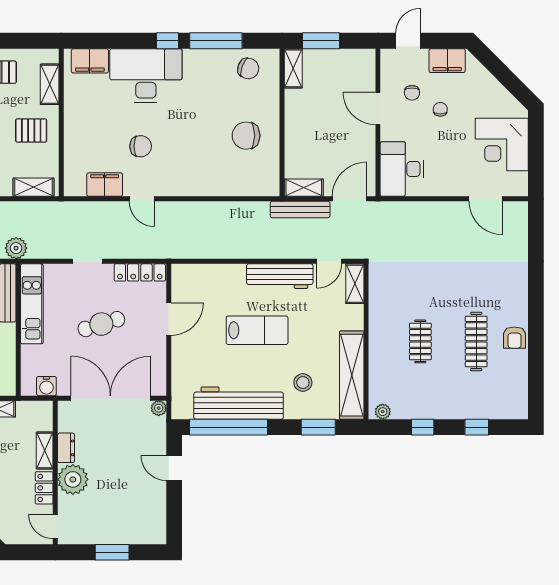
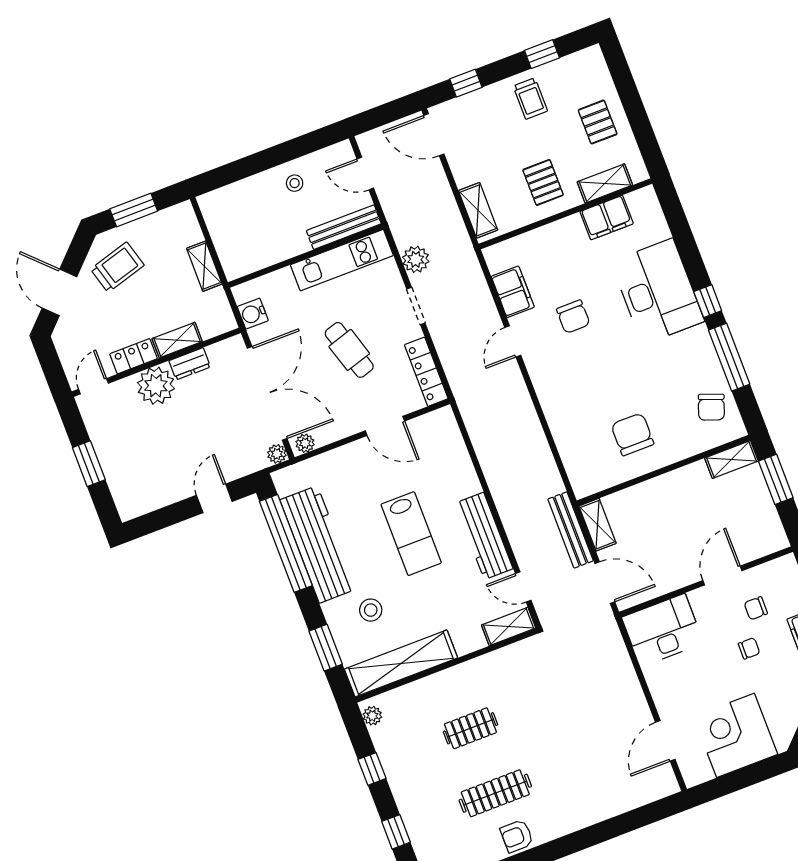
filing cabinet: (90, 61) -> (607, 218), moved, turned -90
plant: (16, 248) -> (416, 259), moved
plant: (159, 384) -> (305, 443), added

